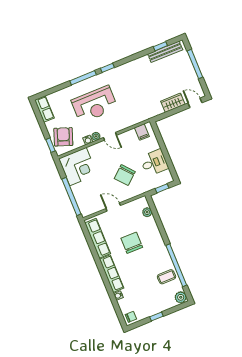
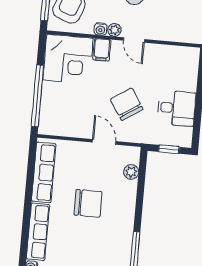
filing cabinet: (142, 132) -> (102, 50), moved
chair: (125, 175) -> (127, 104), turned 98
door: (113, 207) -> (104, 142), moved
chair: (132, 243) -> (88, 203), turned 90

